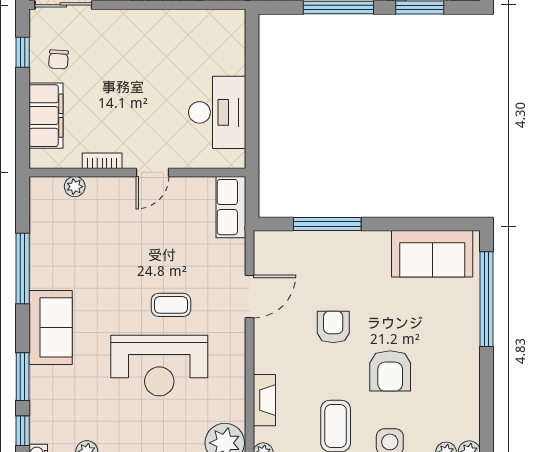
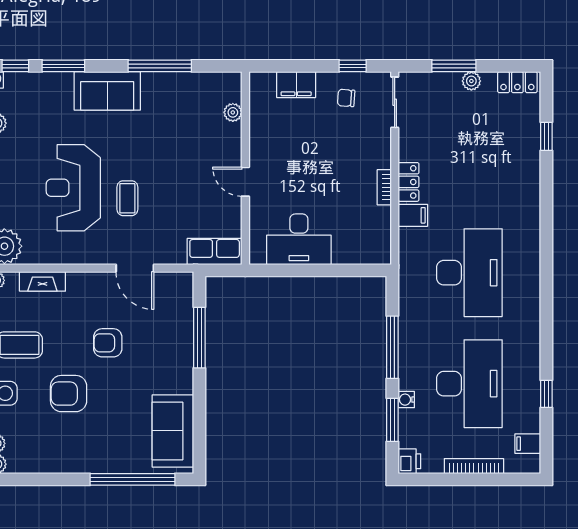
filing cabinet: (46, 116) -> (296, 85), width x0.67, depth x0.86
bookcase: (102, 161) -> (384, 187), moved, turned 180
armchair: (333, 327) -> (108, 343), turned 180

